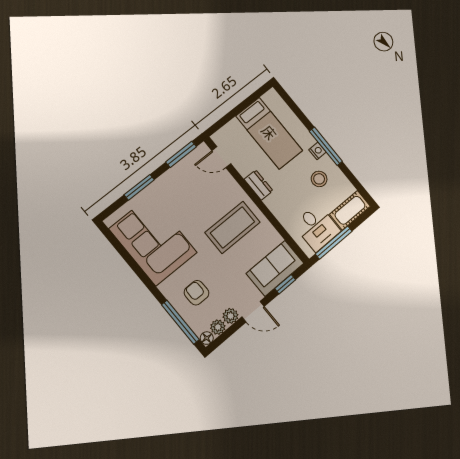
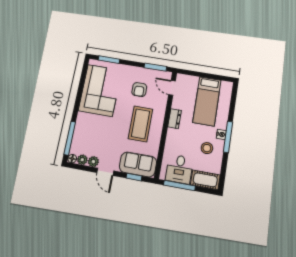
window: (139, 187) -> (109, 60), moved
coffee table: (233, 227) -> (140, 124), turned 90
armchair: (197, 293) -> (139, 90), moved, turned 180

